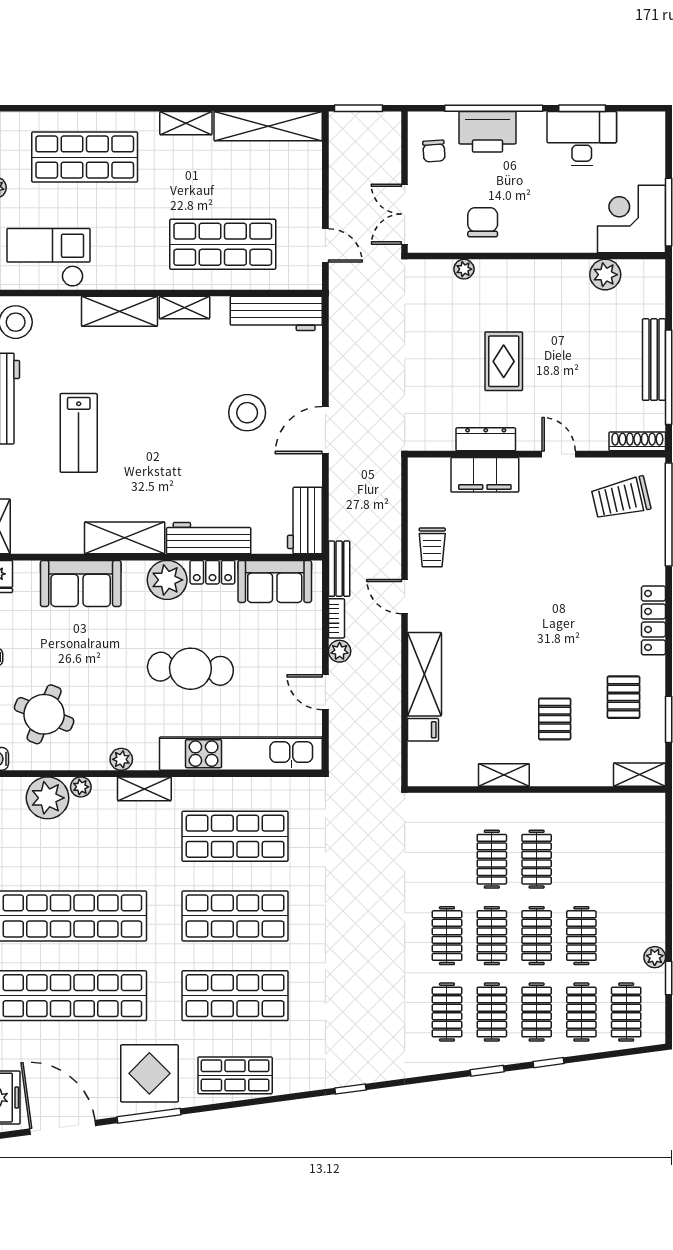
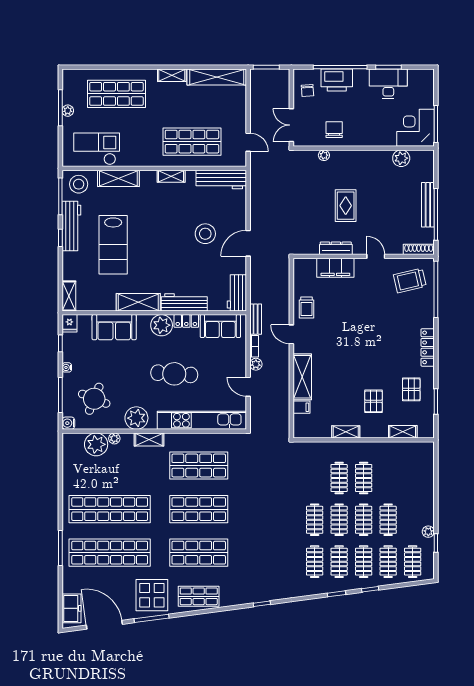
shelving: (119, 311) -> (118, 178), moved
lab bench: (79, 433) -> (113, 245), width x1.36, depth x1.39
plant: (121, 759) -> (136, 418), width x1.87, depth x1.87
shelving: (640, 775) -> (403, 432), moved

